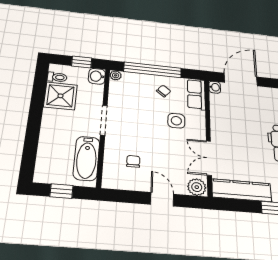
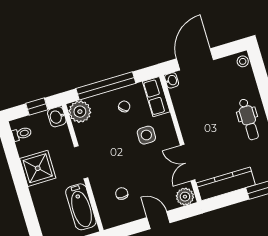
plant: (116, 75) -> (80, 112), width x1.87, depth x1.87
shower: (60, 96) -> (38, 168), moved

